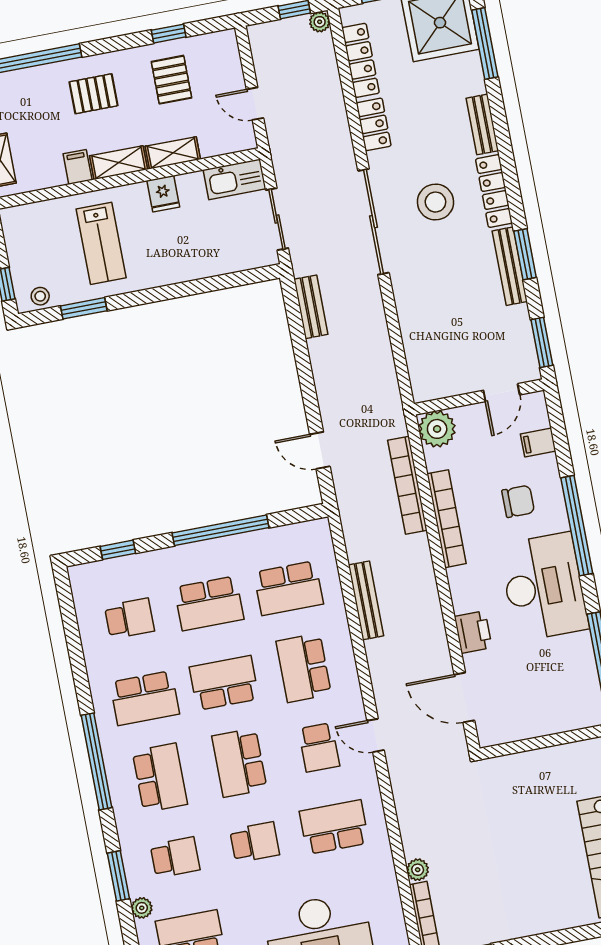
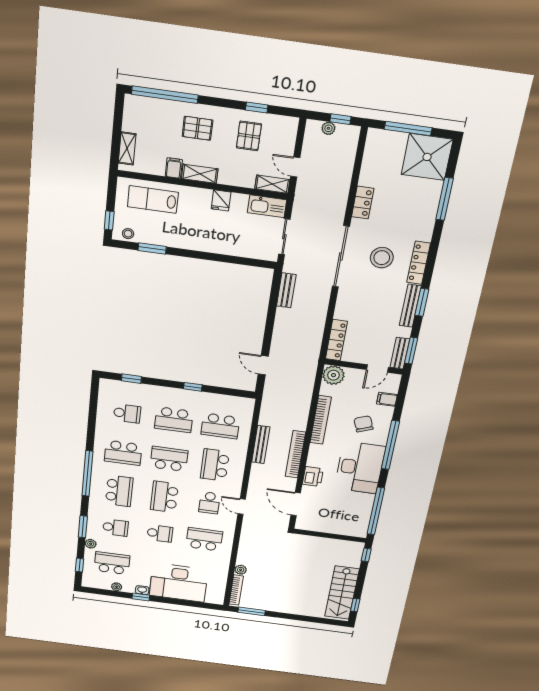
plant: (320, 22) -> (328, 128), moved
window: (485, 43) -> (445, 199), moved
locker: (361, 60) -> (336, 340), moved
bench: (482, 124) -> (400, 353), moved
shelving: (173, 153) -> (272, 184), moved
lab bench: (101, 243) -> (153, 199), moved, turned 90
bookcase: (407, 485) -> (295, 454), moved
chair: (518, 501) -> (363, 424), turned -111
window: (221, 530) -> (193, 387), width x0.32

